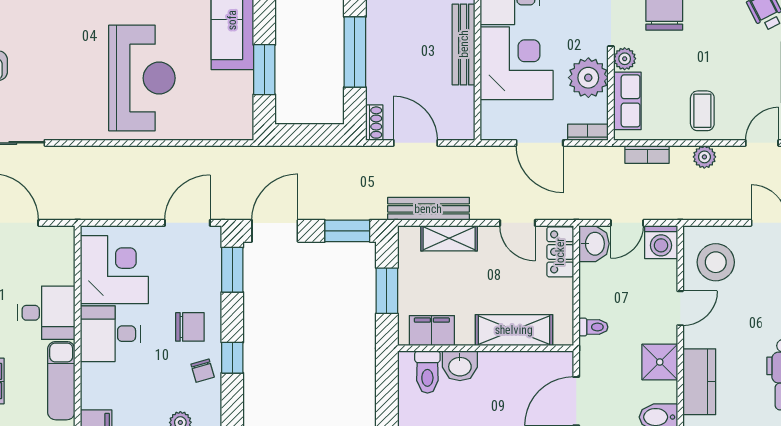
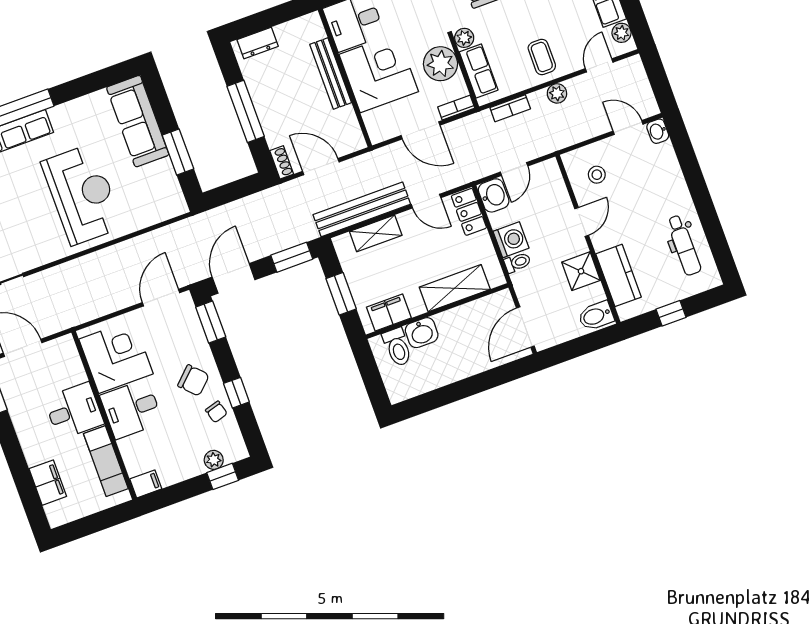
bench: (428, 209) -> (362, 209), width x1.37, depth x1.21
washing machine: (661, 242) -> (511, 240), moved, turned -90
stool: (716, 262) -> (597, 175), width x0.53, depth x0.53
chair: (190, 327) -> (193, 380), turned 46

